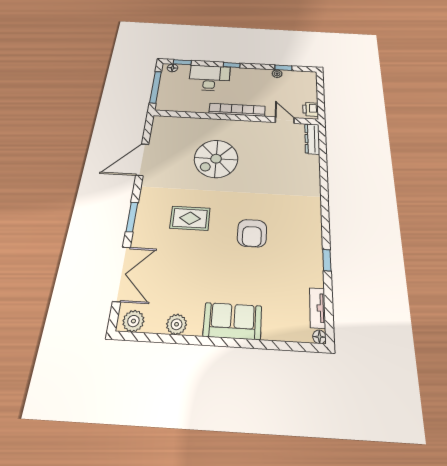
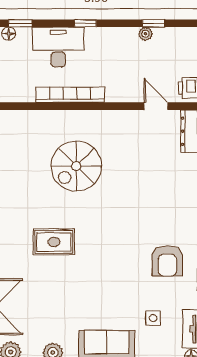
bookcase: (237, 110) -> (70, 95), moved
armchair: (252, 233) -> (167, 261), moved
side table: (280, 295) -> (153, 318), added

